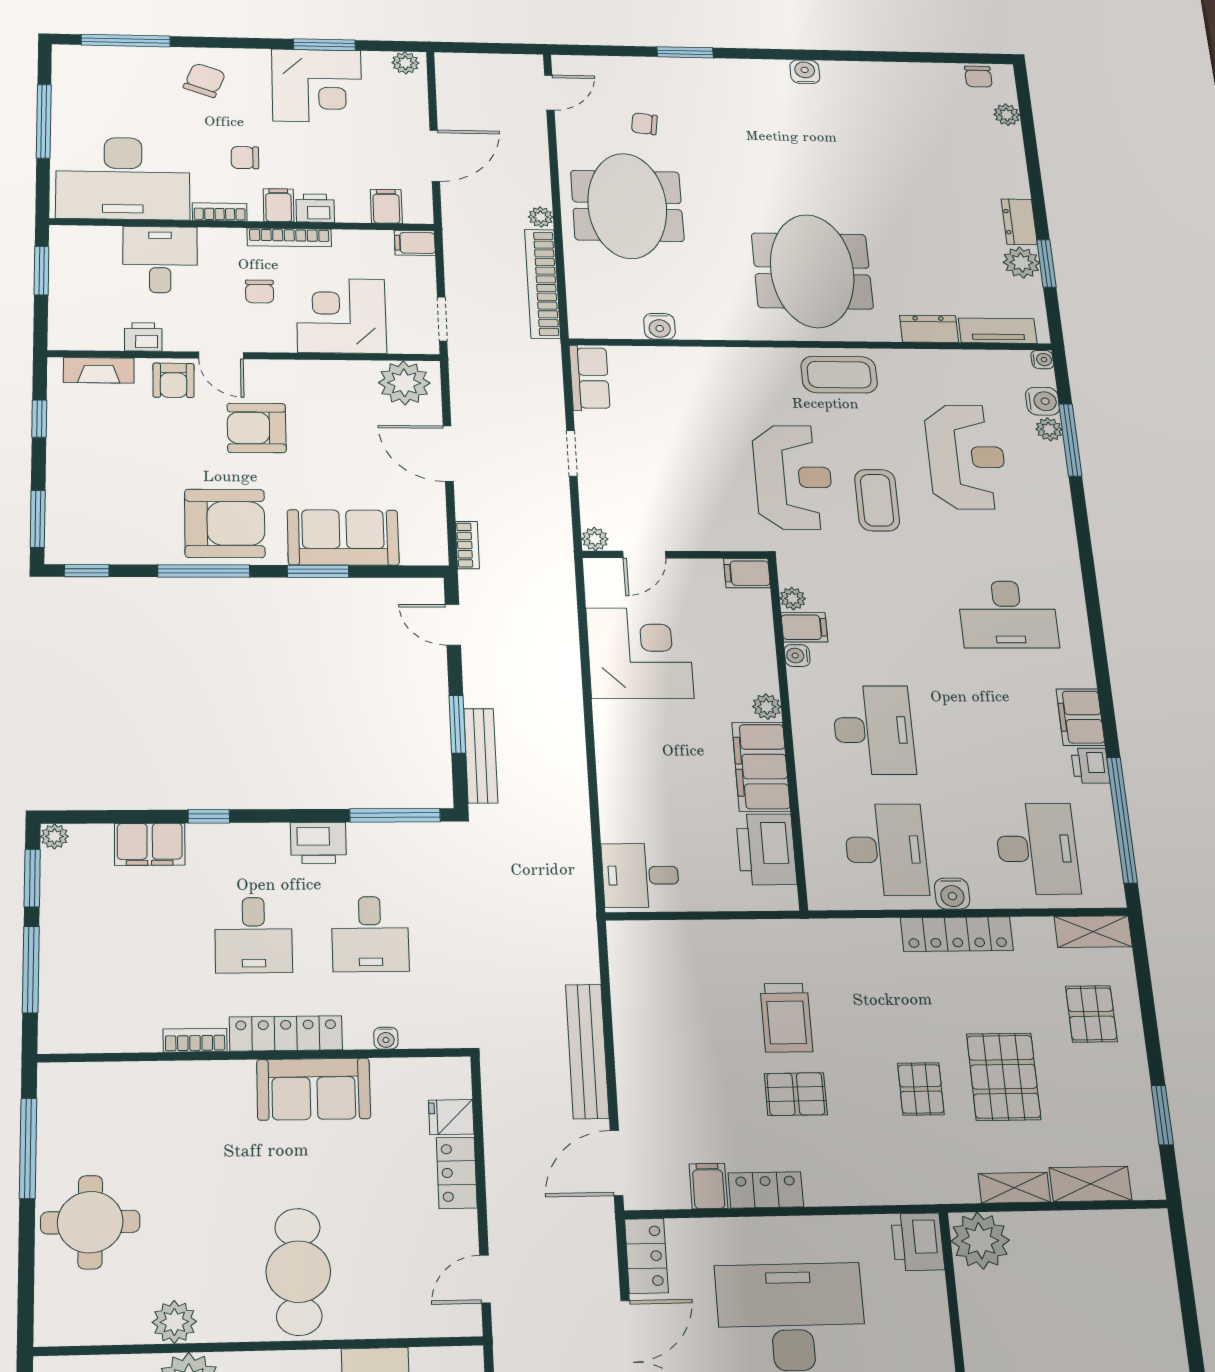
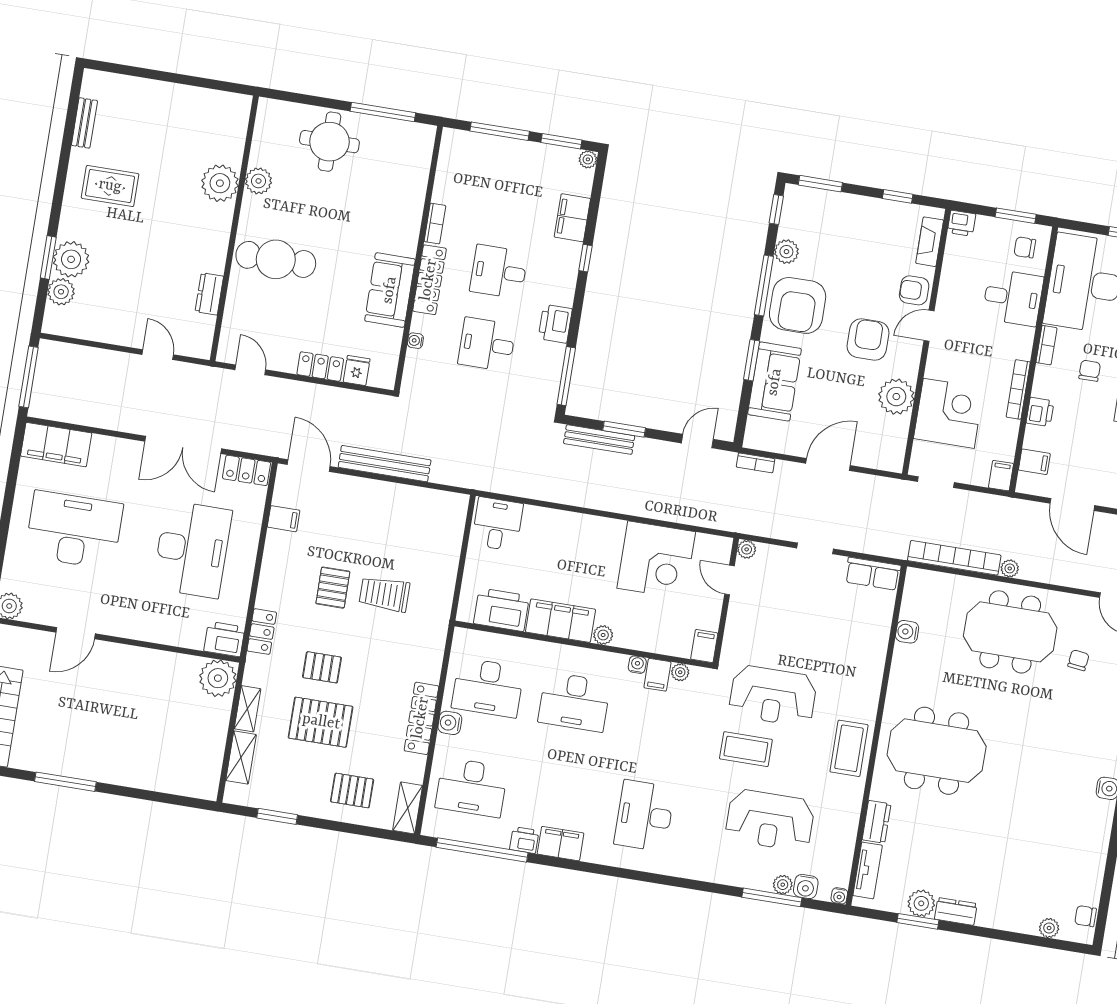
filing cabinet: (279, 205) -> (1046, 387), removed
chair: (260, 291) -> (1025, 247), moved
printer: (143, 337) -> (962, 223), moved, turned 90
plant: (404, 383) -> (896, 397), moved
plant: (148, 549) -> (786, 252), added
locker: (766, 1190) -> (262, 632), moved

